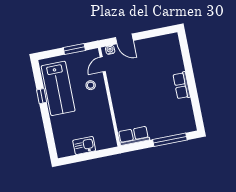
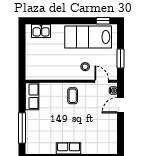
coffee table: (124, 92) -> (73, 96), added
window: (42, 96) -> (103, 21), moved
kitchen sink: (84, 145) -> (41, 31), moved, turned 90

